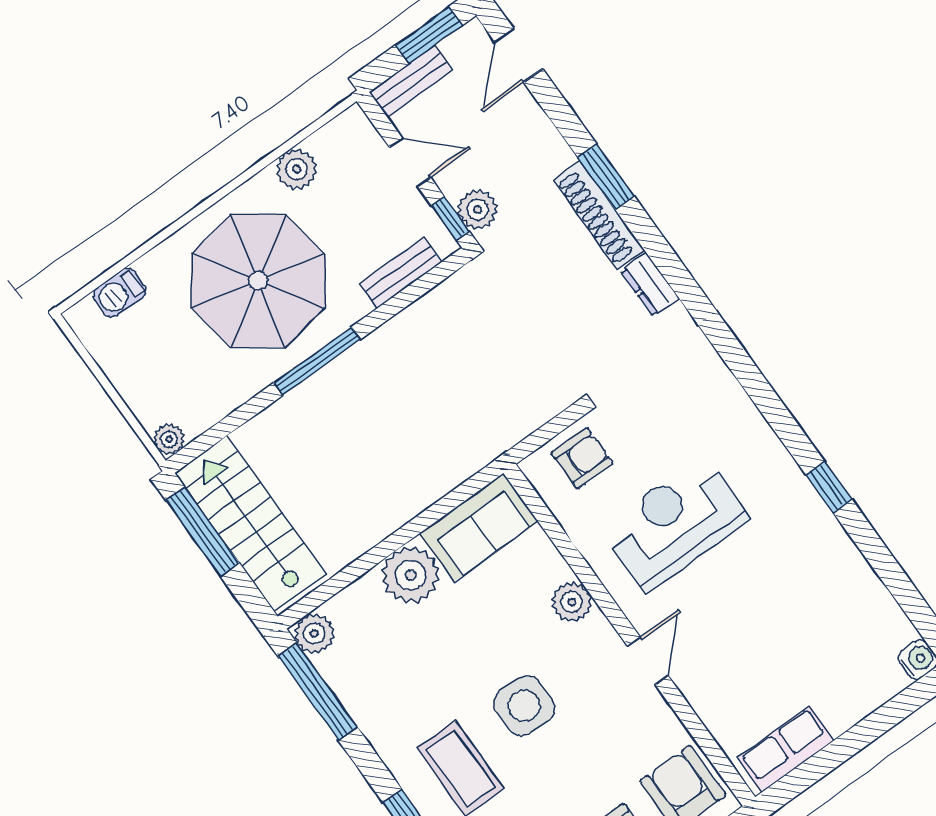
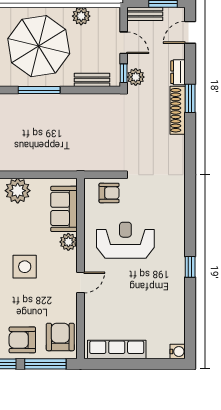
dresser: (650, 285) -> (178, 72), moved
sofa: (479, 527) -> (64, 209), moved, turned 90
row of seats: (786, 749) -> (117, 350), width x1.48

